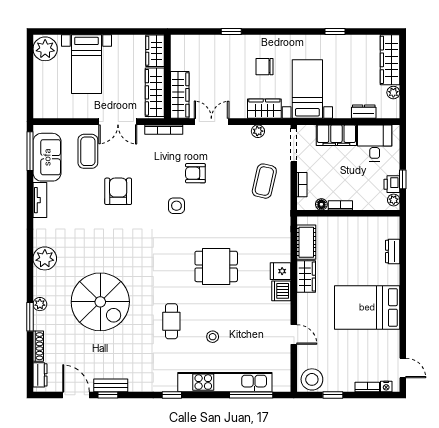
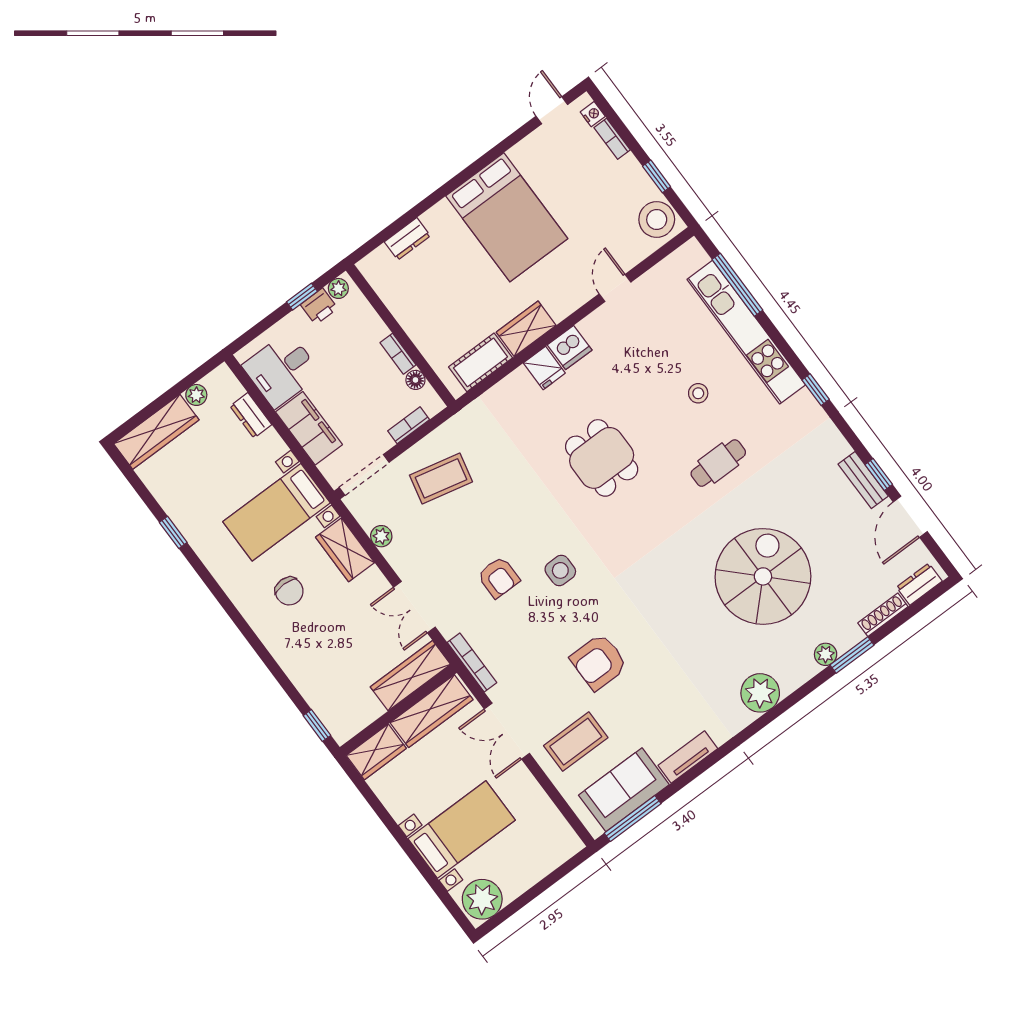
window: (231, 32) -> (317, 725), moved
double door: (118, 122) -> (507, 731), swing flipped

